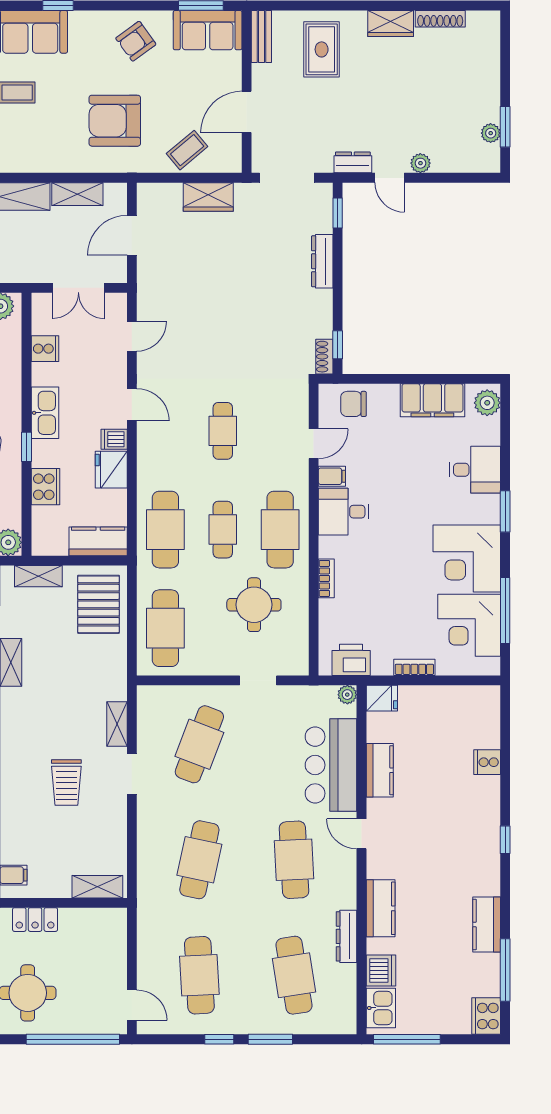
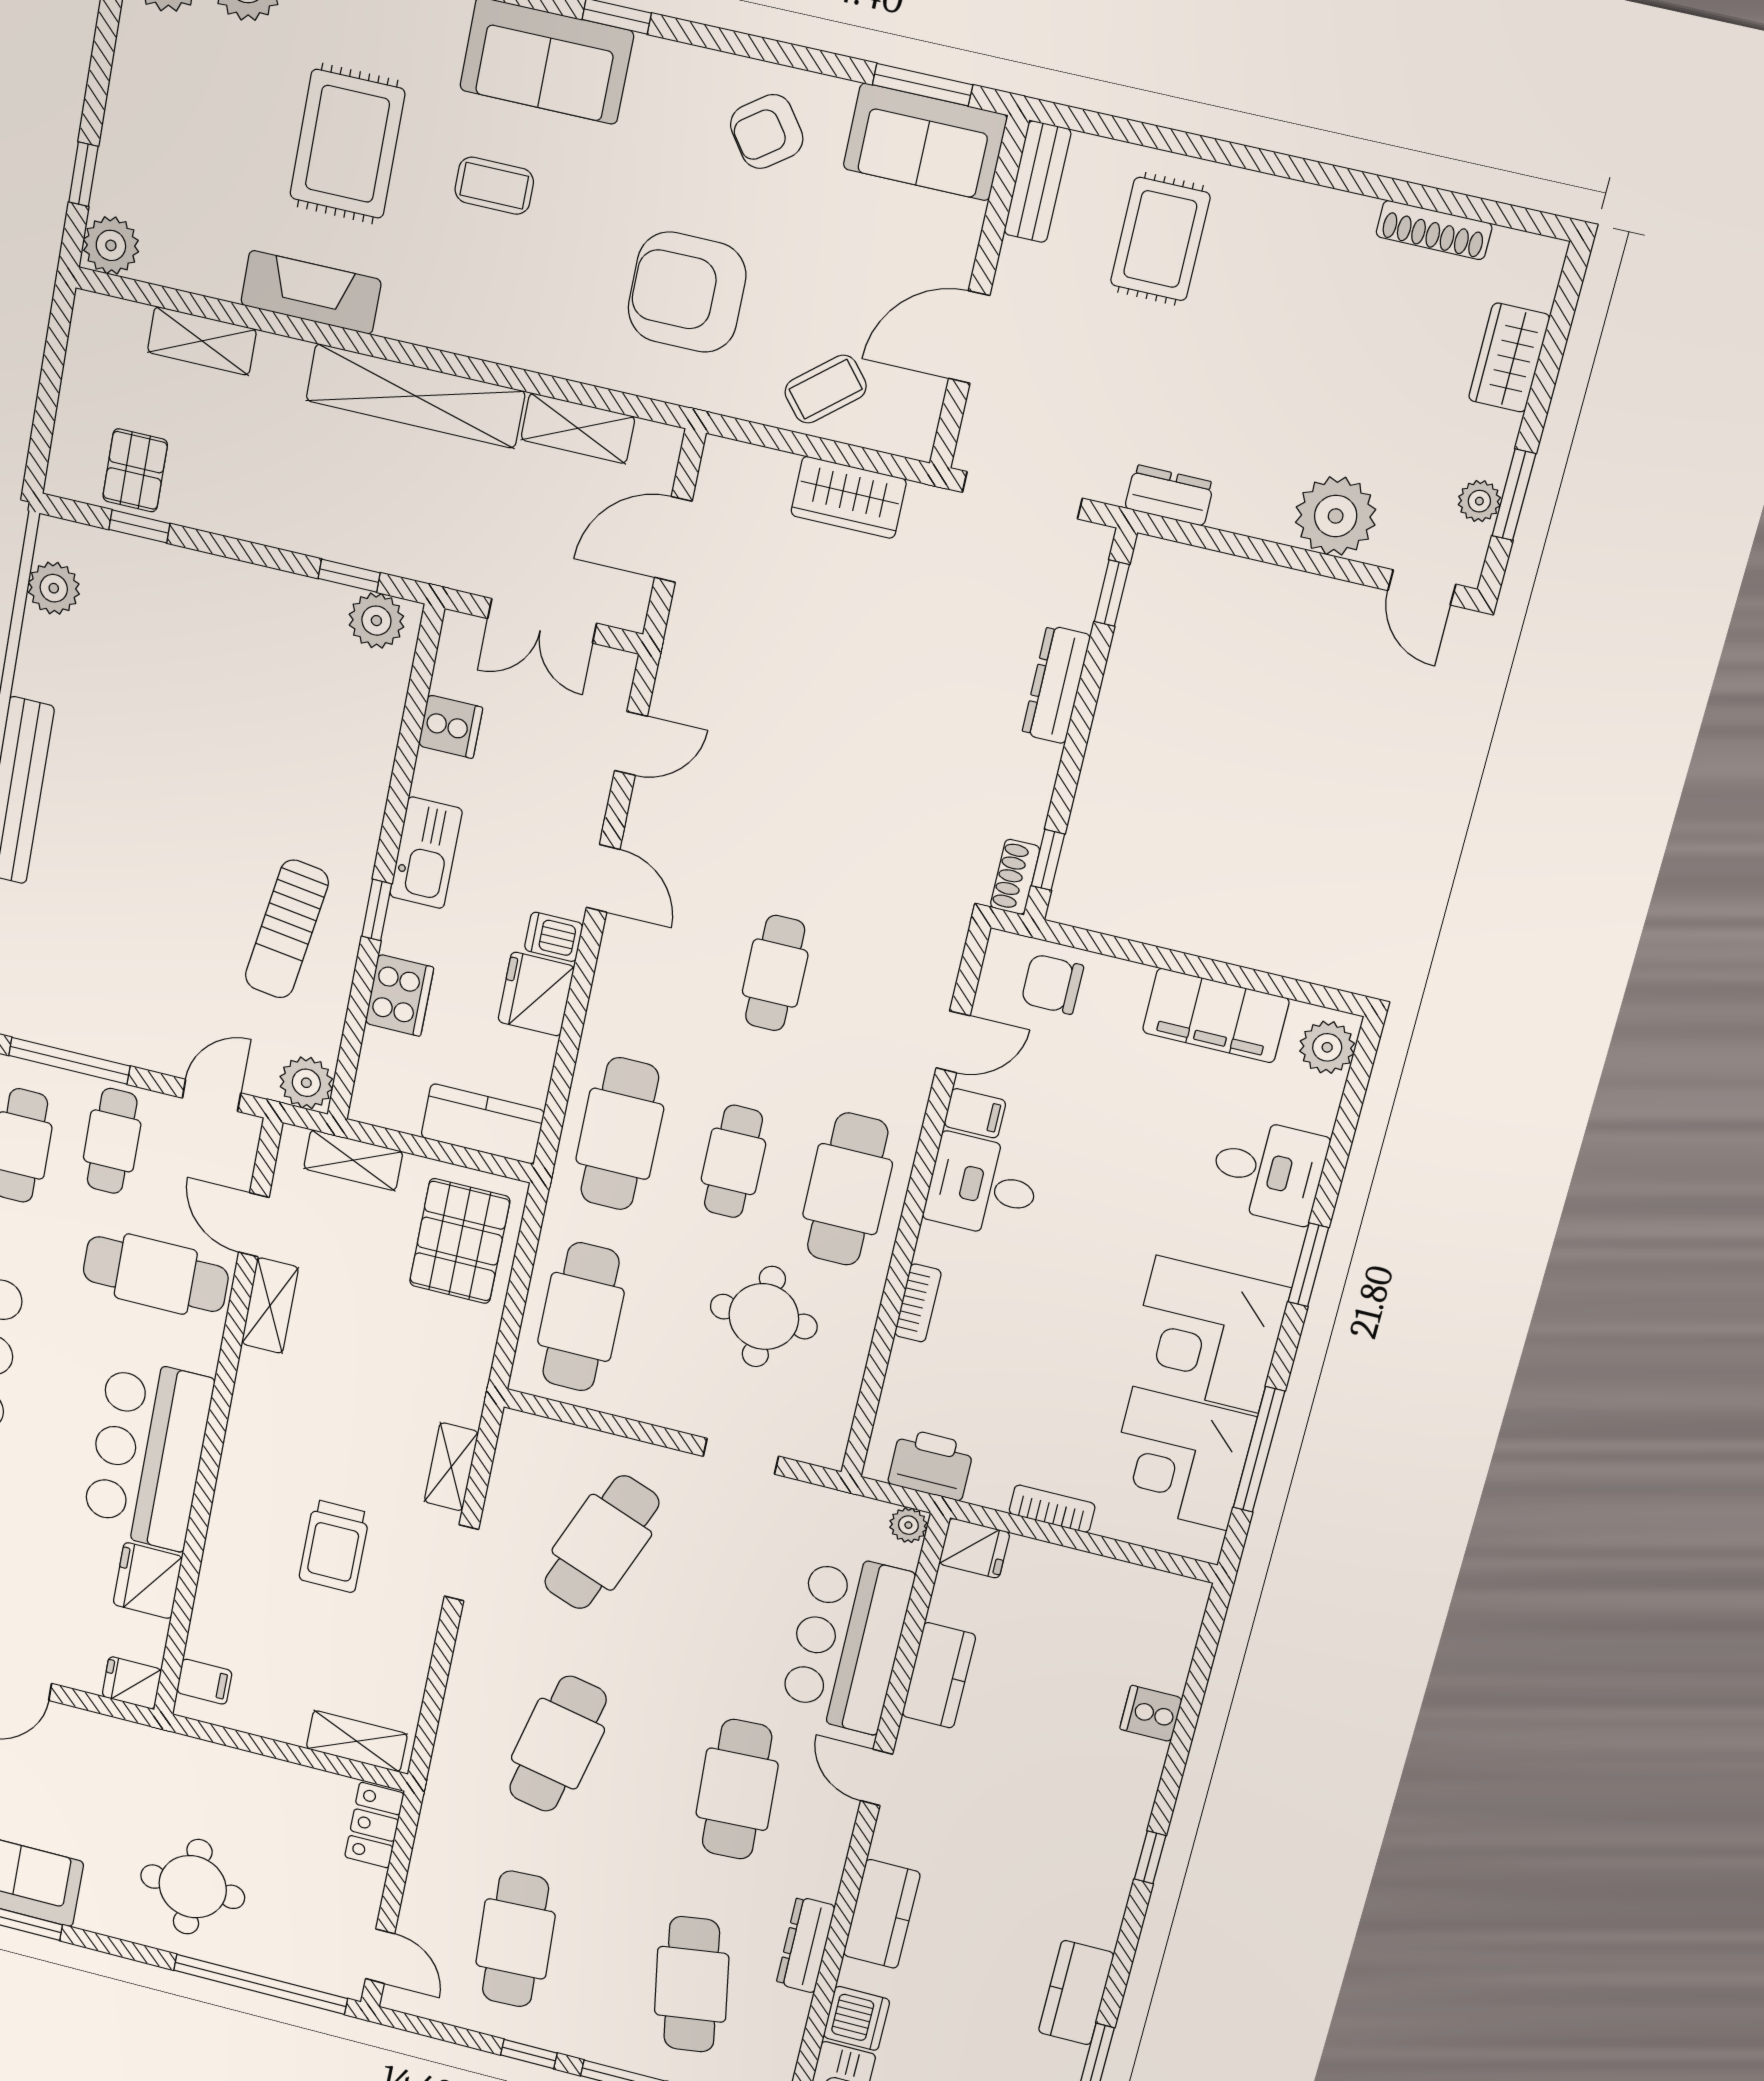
wardrobe: (391, 23) -> (1509, 358), moved, turned 90
plant: (420, 163) -> (1336, 516), width x1.88, depth x1.88
door: (390, 178) -> (1422, 587), moved
locker: (35, 920) -> (374, 1825), moved, turned 90

